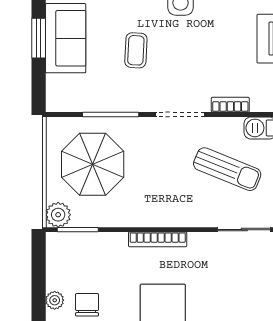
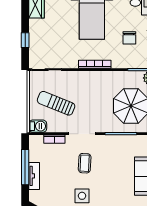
coffee table: (136, 50) -> (85, 163), moved
chair: (87, 305) -> (129, 38), moved

